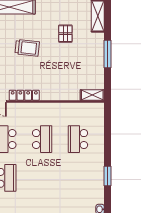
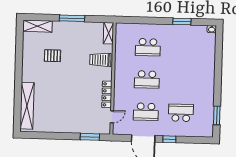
trolley: (27, 48) -> (100, 60), moved, turned -96
school desk: (42, 139) -> (147, 79), turned 180

